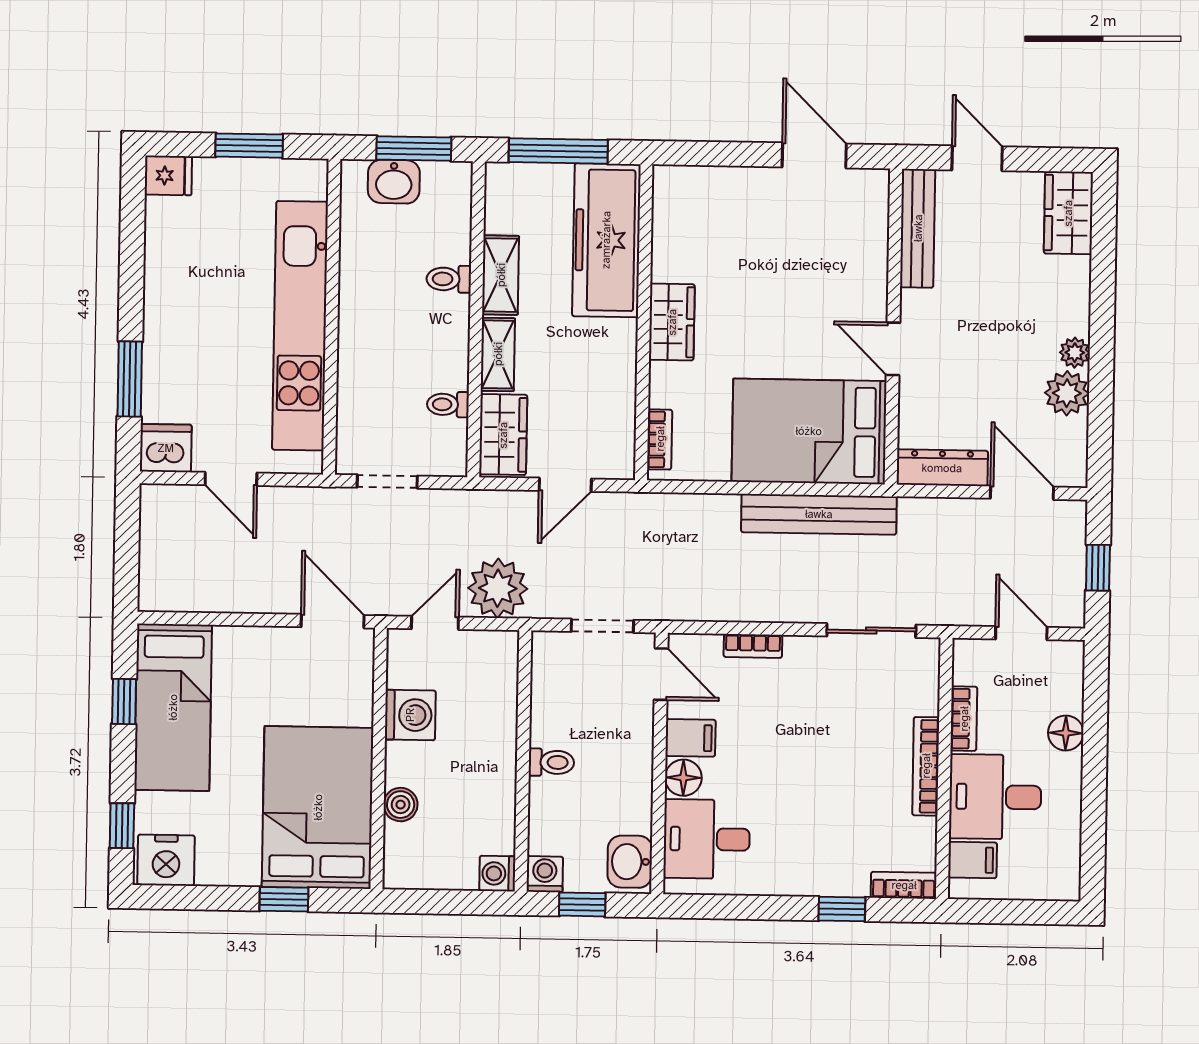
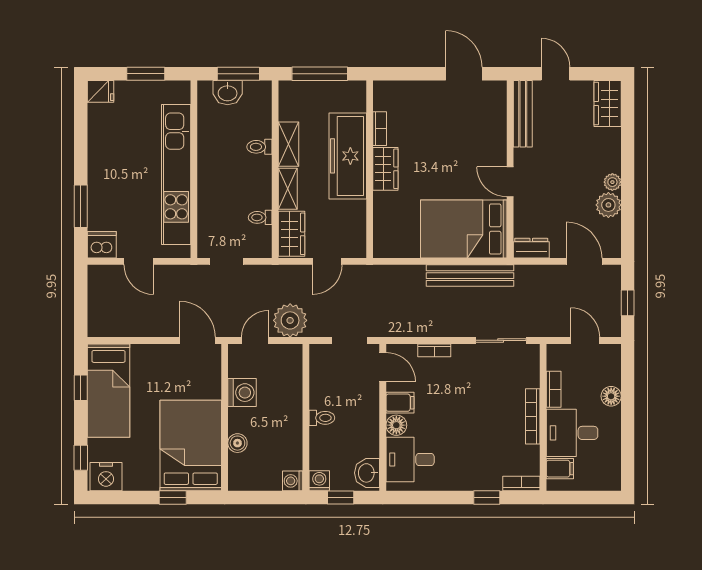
freezer: (606, 240) -> (348, 156), moved
bookcase: (660, 439) -> (380, 129), moved
dresser: (942, 468) -> (531, 248), width x0.70

